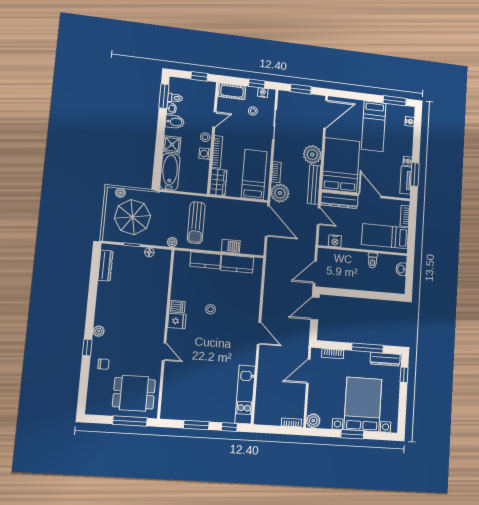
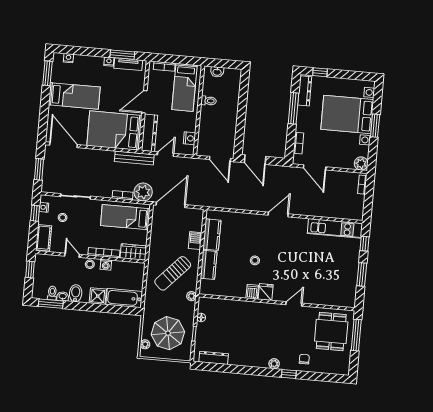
plant: (312, 155) -> (104, 159), removed
sun lounger: (196, 223) -> (173, 273), turned 133

